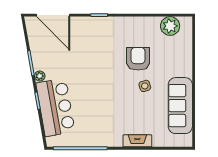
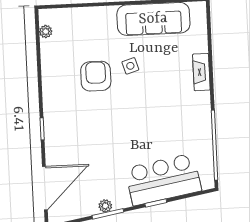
plant: (170, 26) -> (46, 31), width x0.53, depth x0.53
armchair: (138, 59) -> (96, 76), turned 90
plant: (40, 76) -> (105, 206), moved

